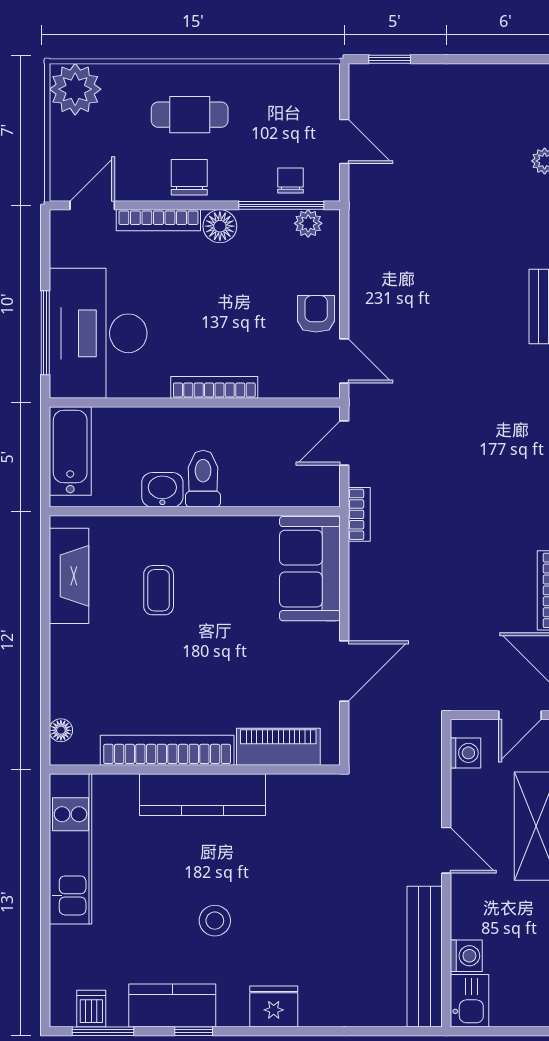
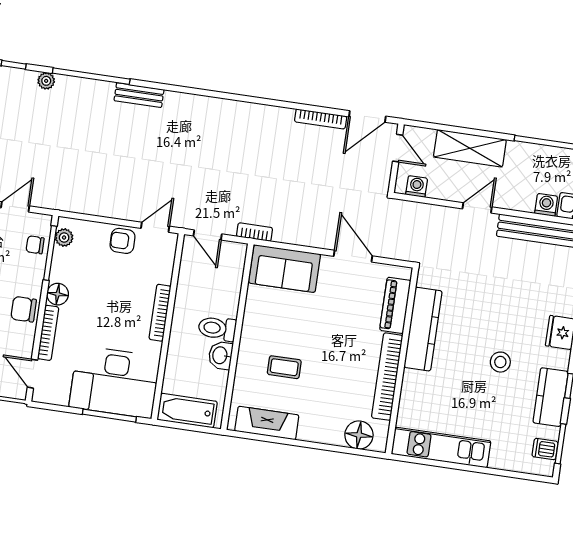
floor lamp: (61, 730) -> (359, 435), width x1.89, depth x1.89
kitchen counter: (202, 795) -> (423, 329), moved

